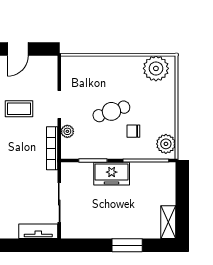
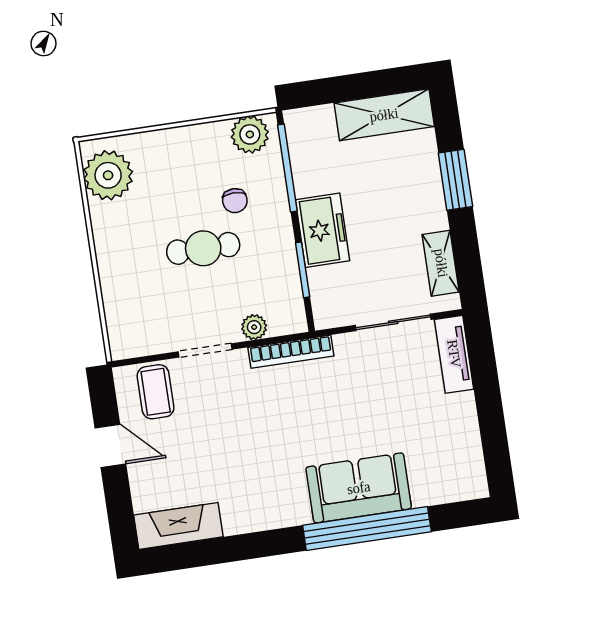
coffee table: (19, 109) -> (156, 392), moved
cafe table: (111, 111) -> (203, 248), turned -71
shelving: (168, 222) -> (384, 115), width x1.50, depth x1.33
shelving: (86, 231) -> (441, 263), added

